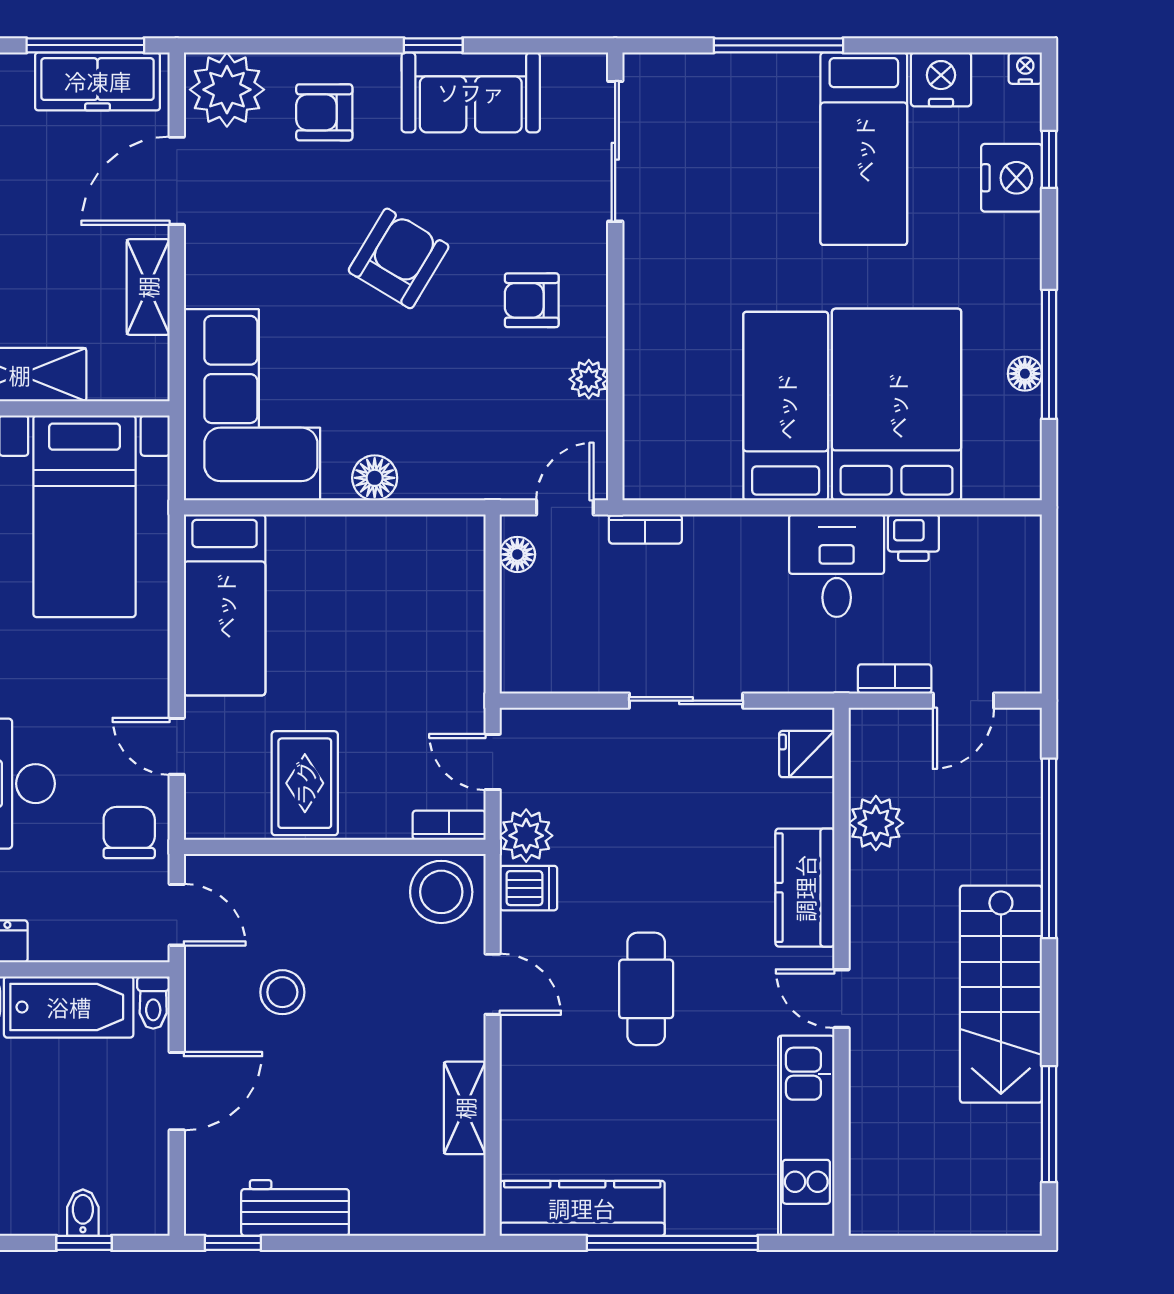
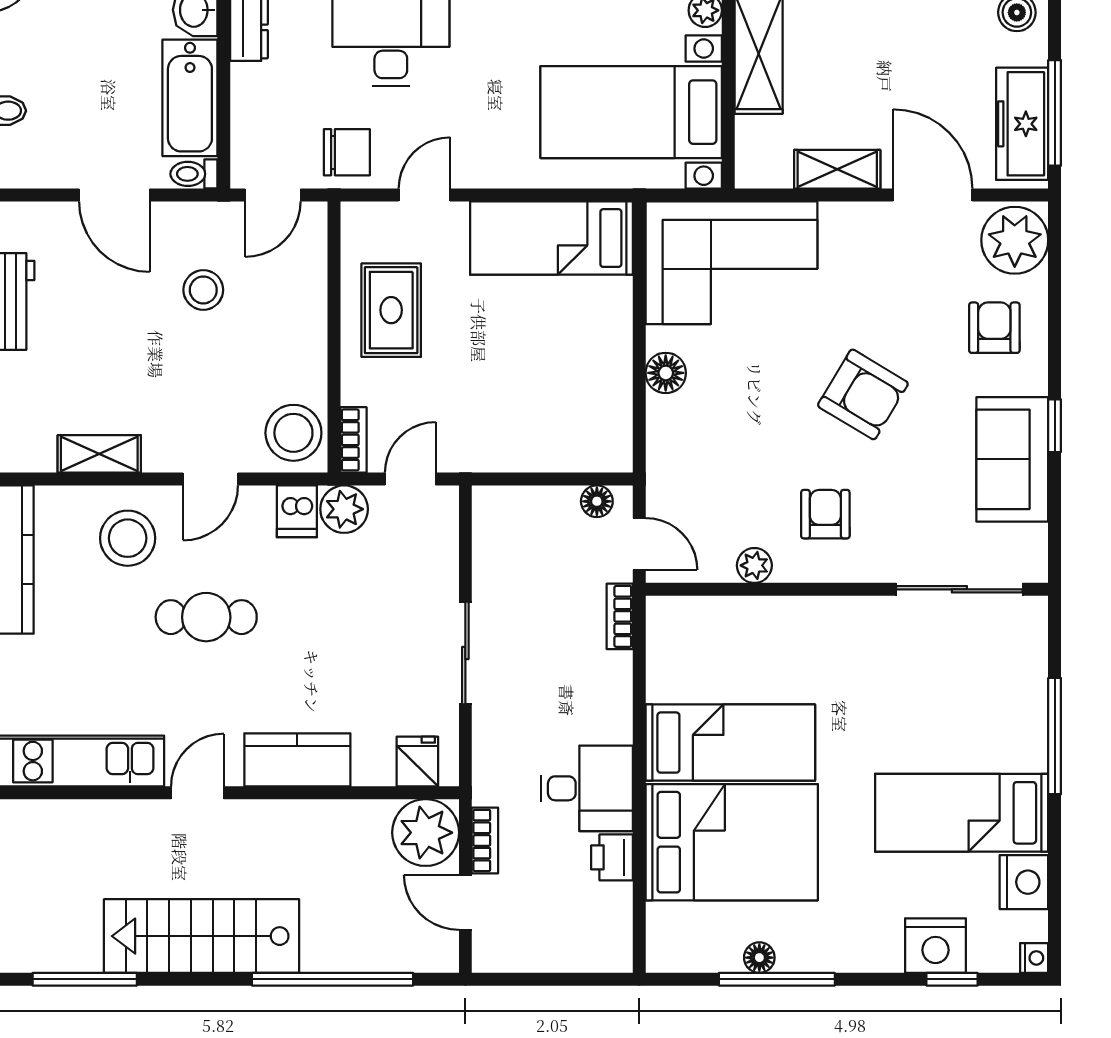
rug: (305, 783) -> (391, 310), turned 90
plant: (876, 823) -> (426, 833), moved, width x1.36, depth x1.36
stool: (558, 1076) -> (128, 538), added

